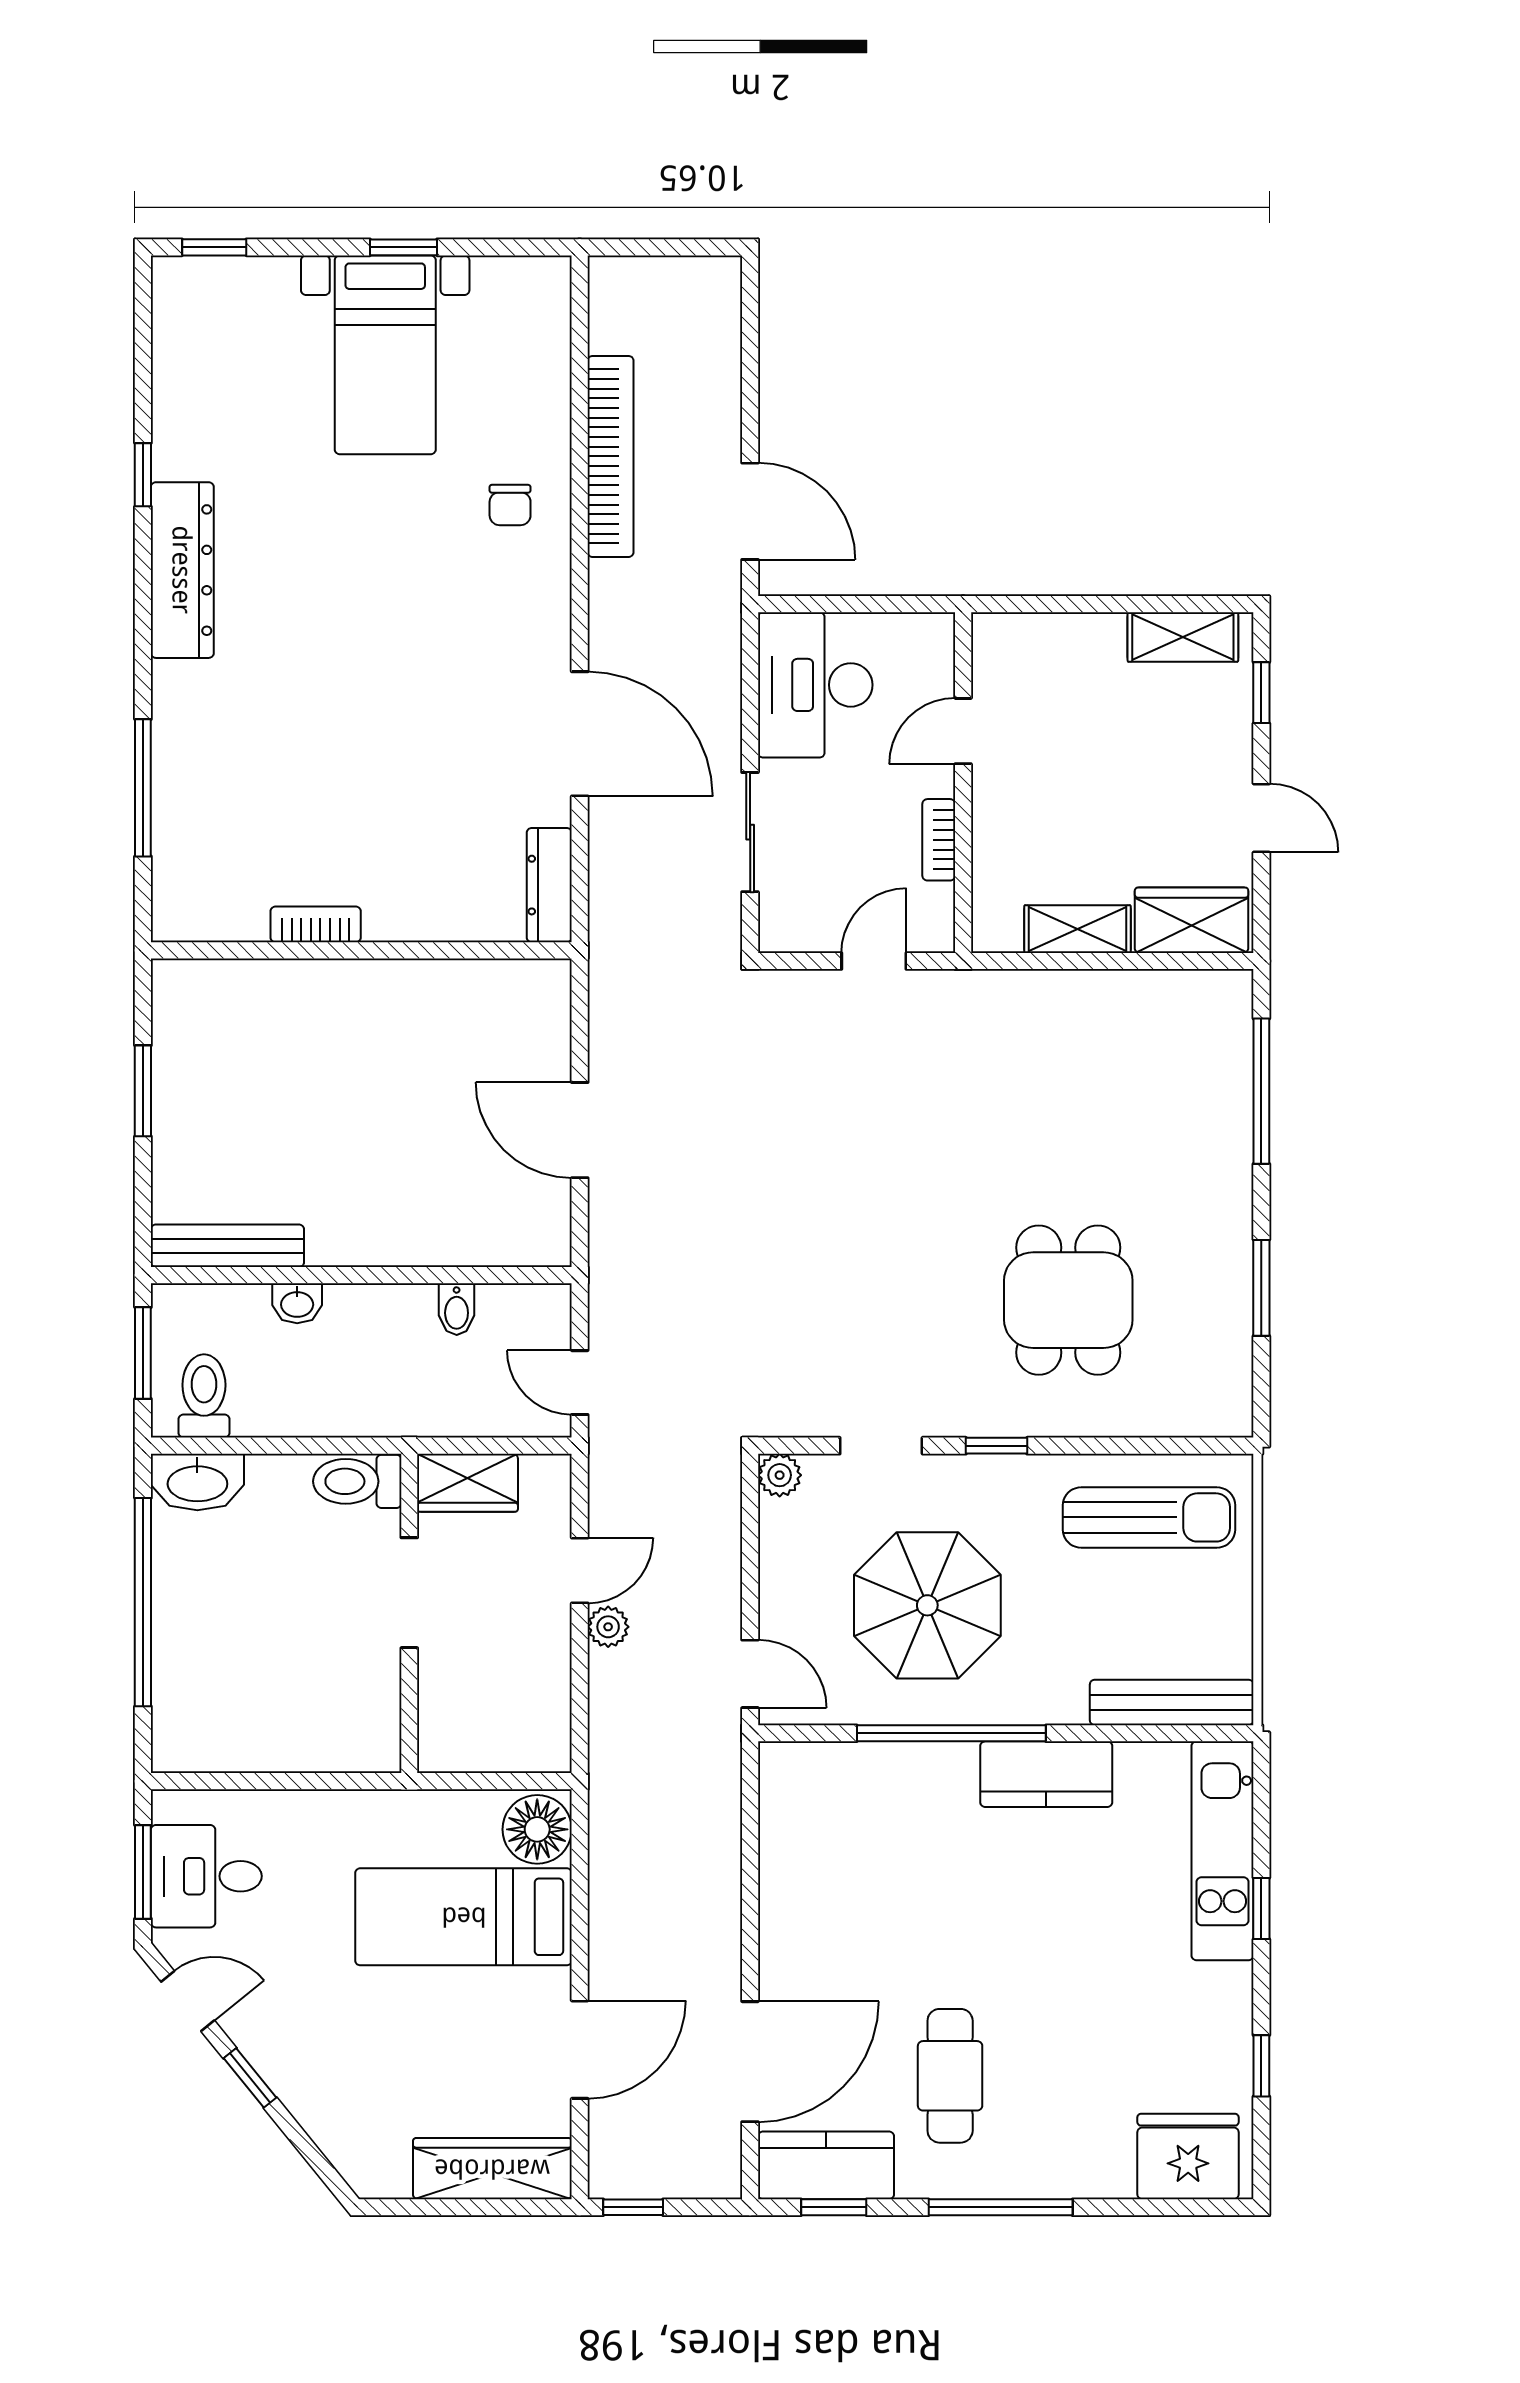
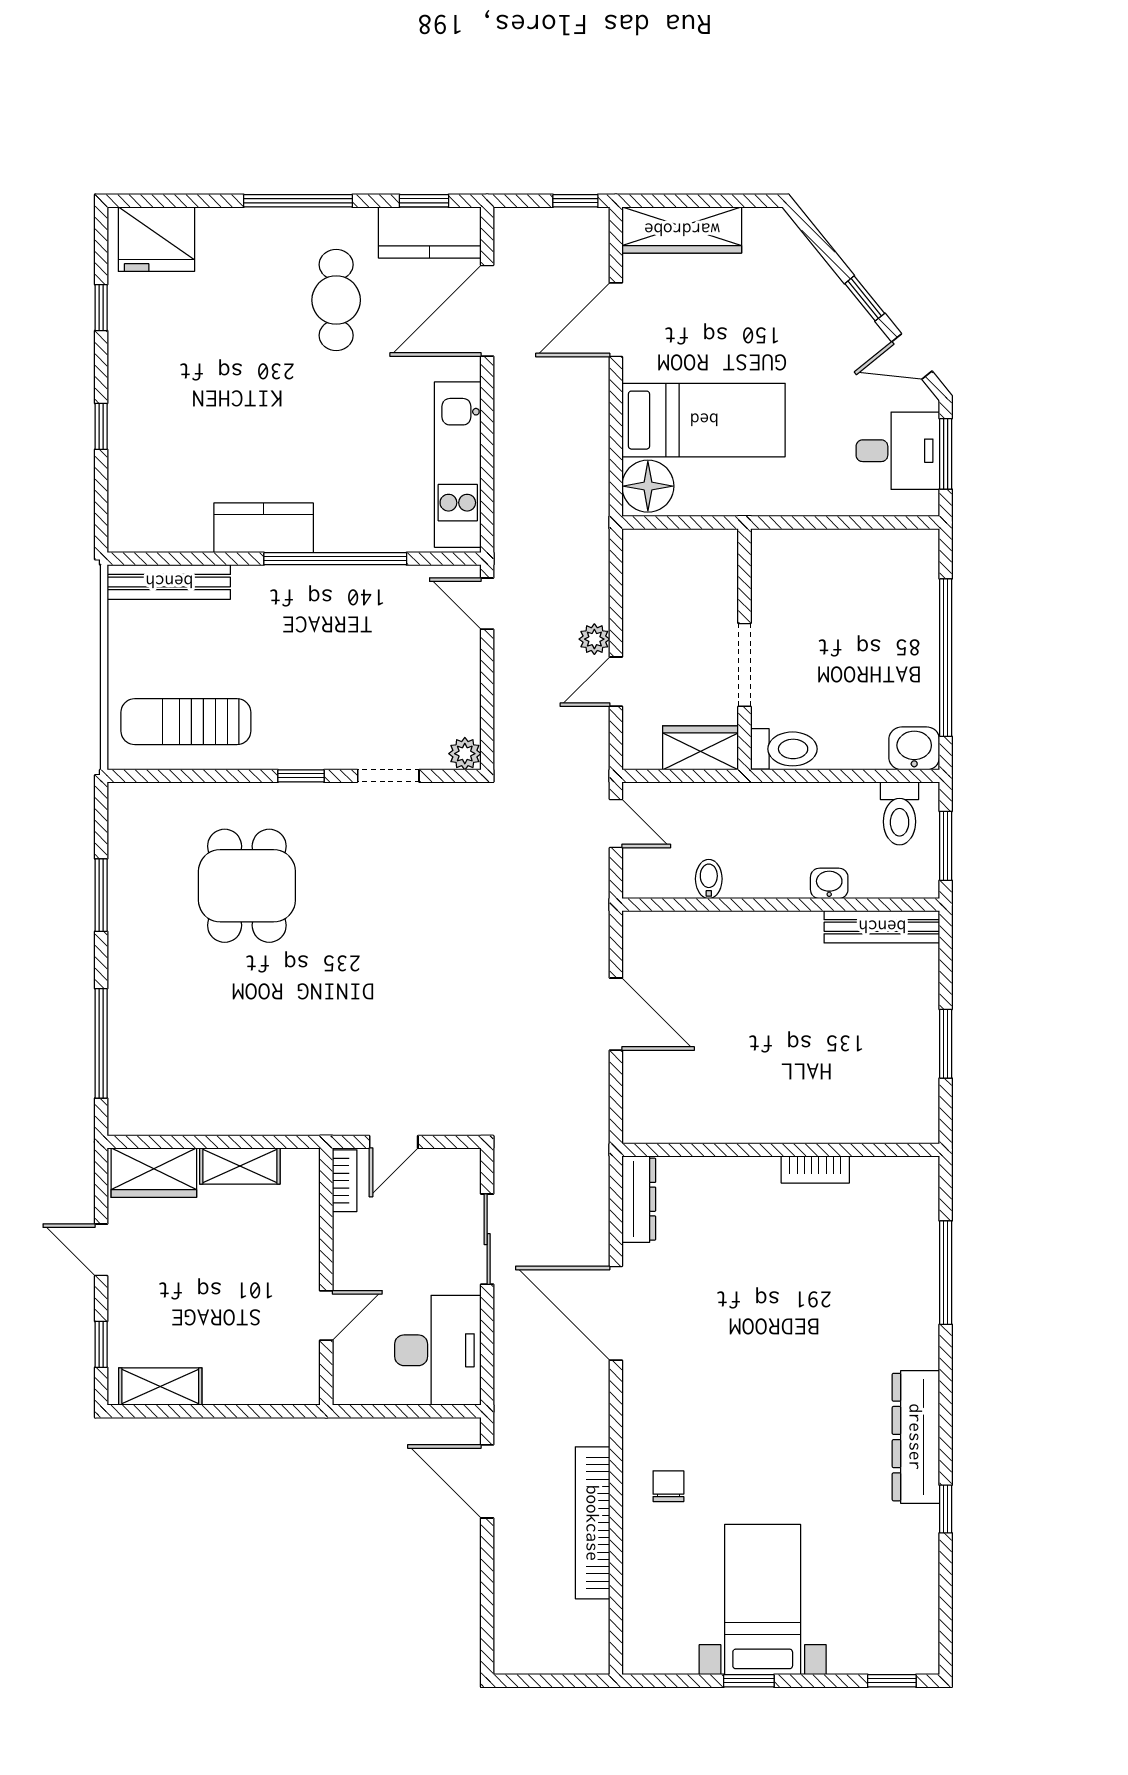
bookcase: (939, 840) -> (345, 1181), moved
washbasin: (197, 1482) -> (914, 748), width x0.72
parasol: (927, 1605) -> (353, 655), removed
kitchen unit: (1223, 1851) -> (458, 465), moved, turned 180

